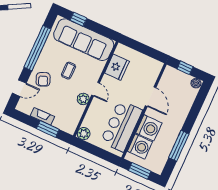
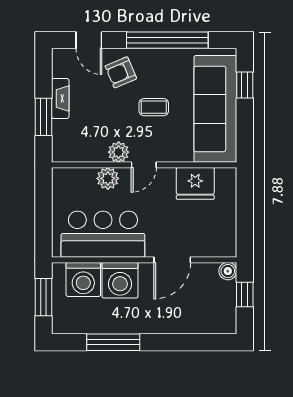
boiler: (196, 83) -> (228, 271), moved
plant: (84, 134) -> (108, 178), moved

